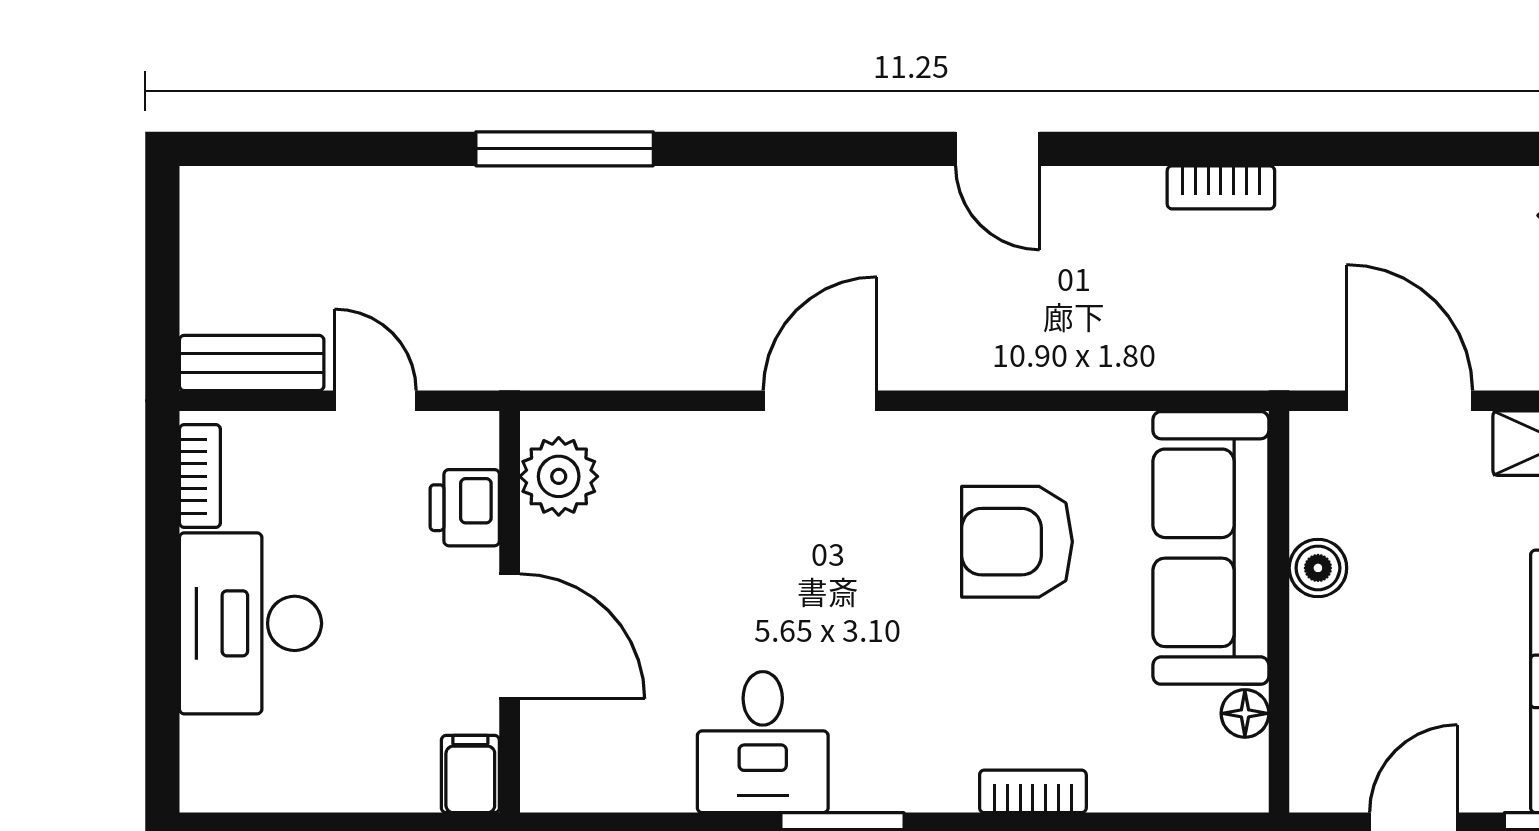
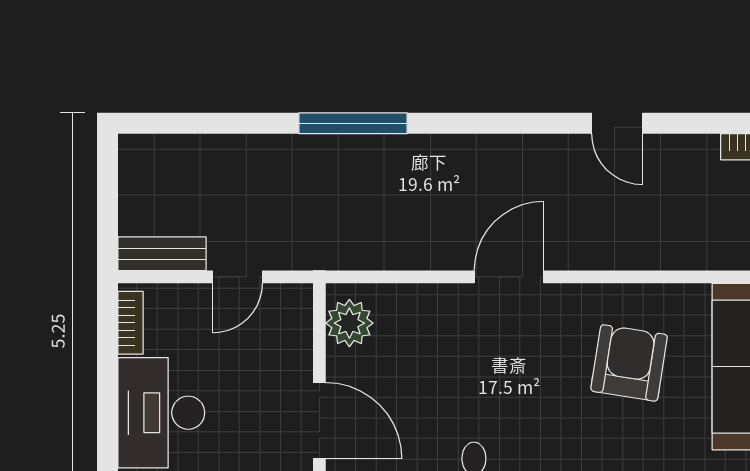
door: (375, 401) -> (238, 277), swing flipped
printer: (465, 508) -> (292, 342), removed
armchair: (1017, 542) -> (629, 363), turned 99

